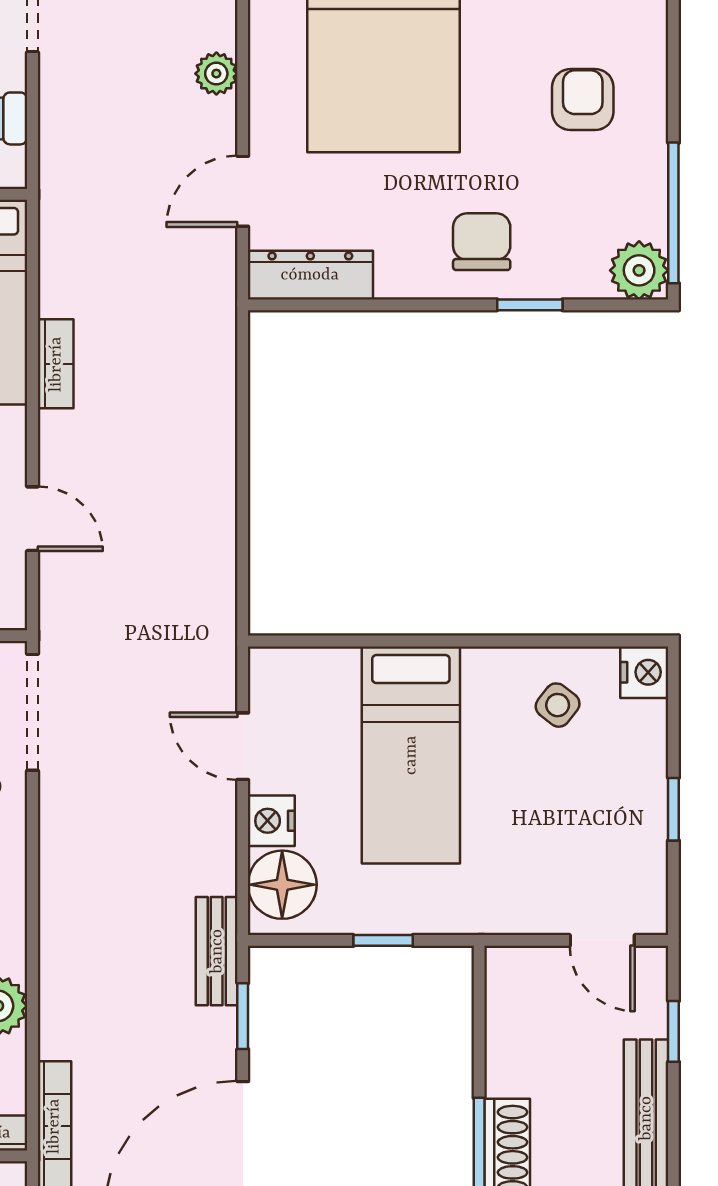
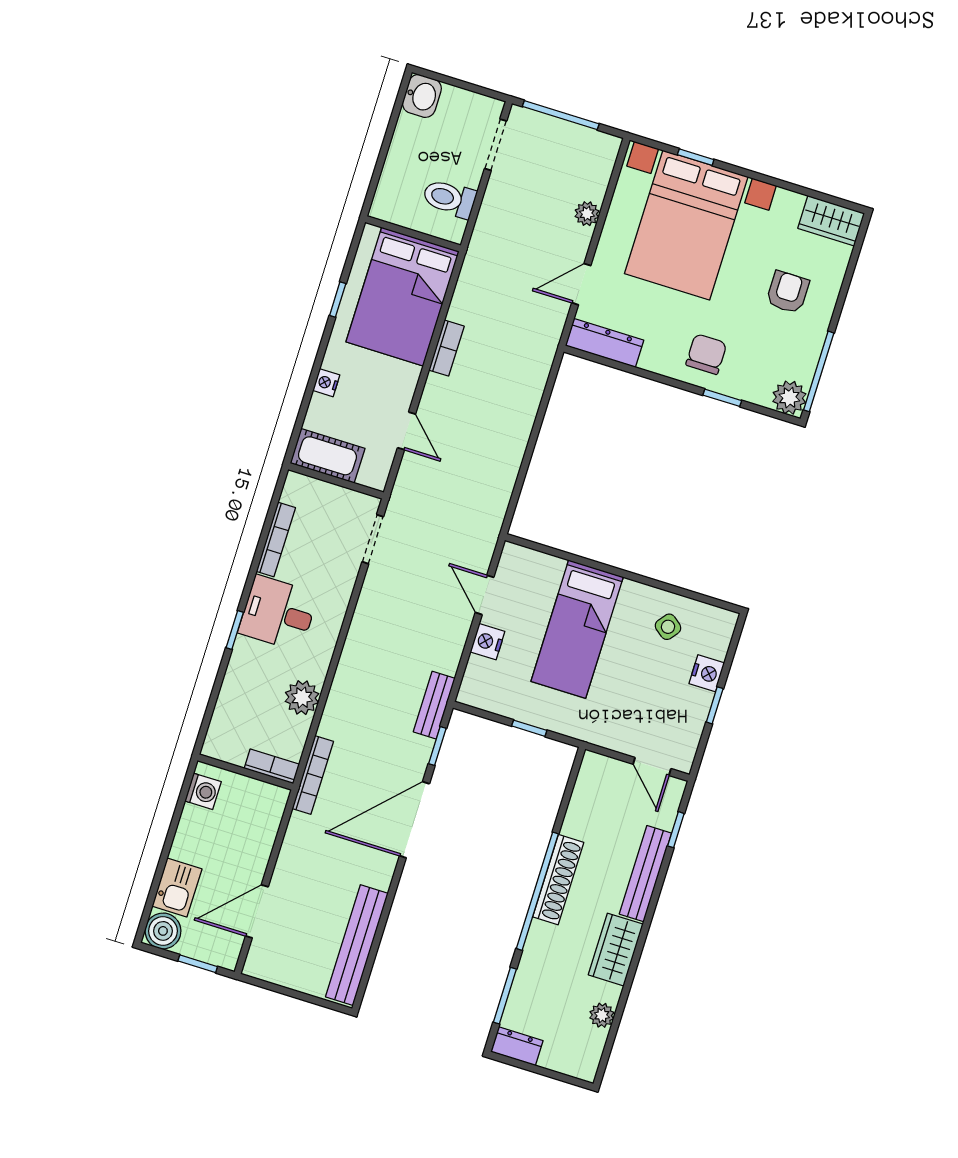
nightstand: (644, 672) -> (707, 673), moved
doorway: (32, 712) -> (373, 539), width x0.73
floor lamp: (282, 885) -> (482, 679), removed

